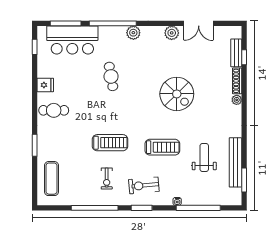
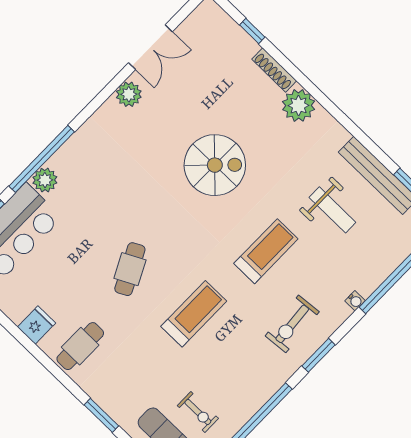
plant: (133, 33) -> (45, 180), moved
bench: (236, 53) -> (236, 36), removed
cafe table: (111, 76) -> (130, 269), moved, turned 73
plant: (237, 100) -> (299, 105), width x1.87, depth x1.87
weight bench: (204, 158) -> (332, 210), turned 180
exercise bike: (107, 179) -> (198, 412), moved

